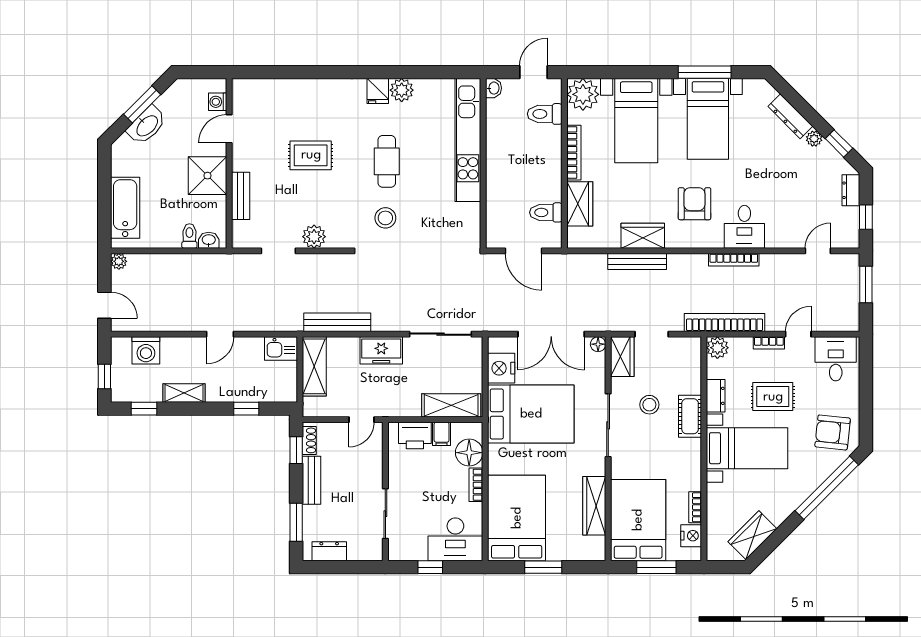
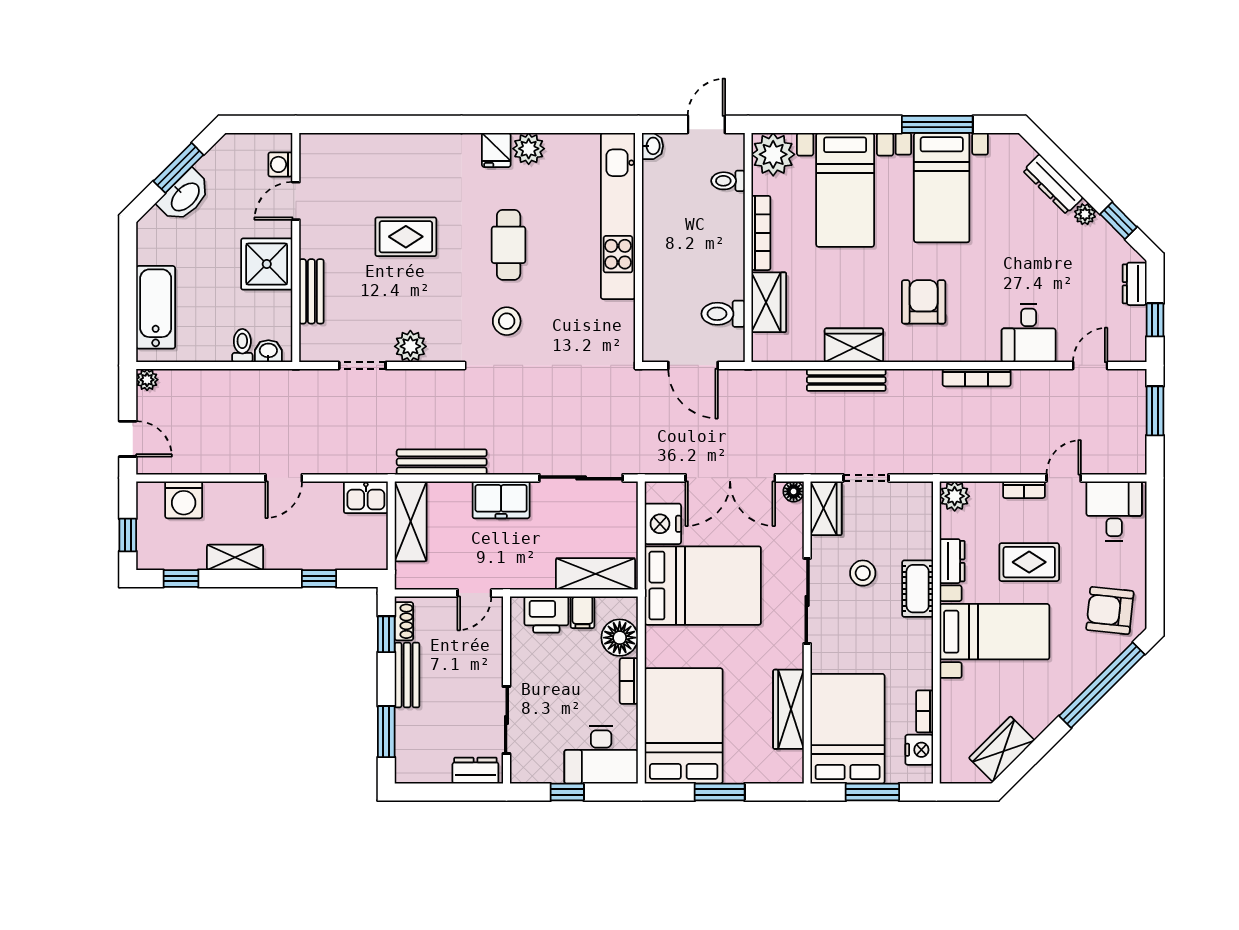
toilet: (545, 114) -> (728, 181), width x0.73, depth x0.72
desk: (744, 227) -> (1029, 333), moved
bookcase: (724, 323) -> (964, 462), removed
dresser: (329, 551) -> (475, 771), moved

